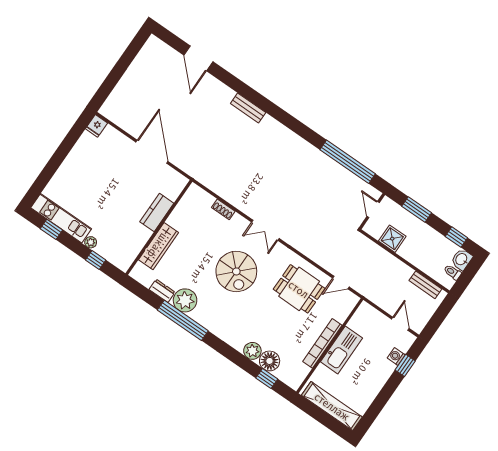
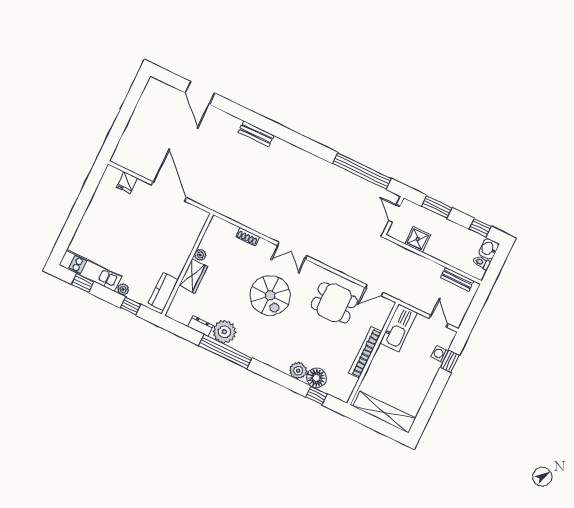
fridge: (96, 126) -> (127, 183), moved
kitchen counter: (157, 212) -> (163, 292), moved
plant: (173, 220) -> (200, 255), added
wardrobe: (158, 246) -> (193, 276), width x0.67
kitchen sink: (341, 350) -> (399, 328), moved

